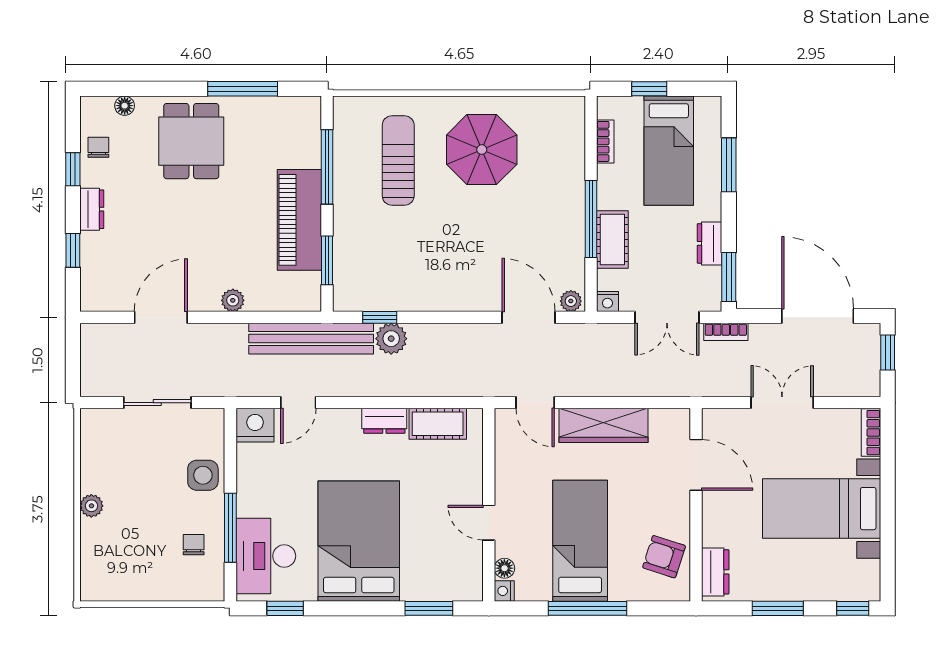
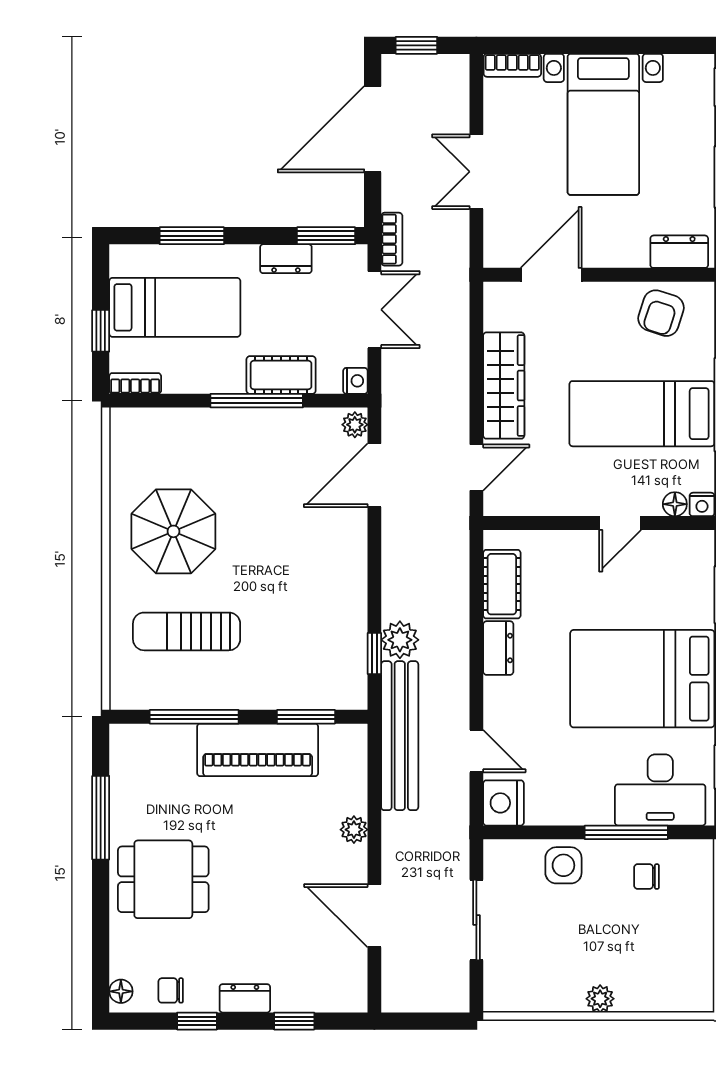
floor lamp: (125, 106) -> (121, 991), moved
bookcase: (605, 141) -> (135, 383), moved

